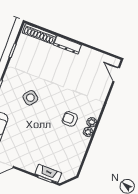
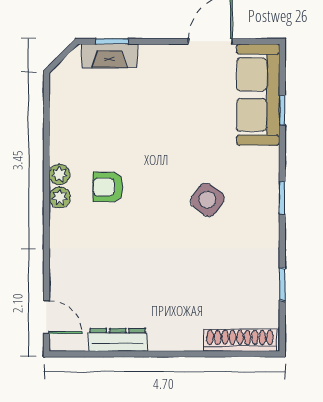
dresser: (67, 45) -> (118, 340), moved
armchair: (70, 119) -> (108, 187), turned 180

